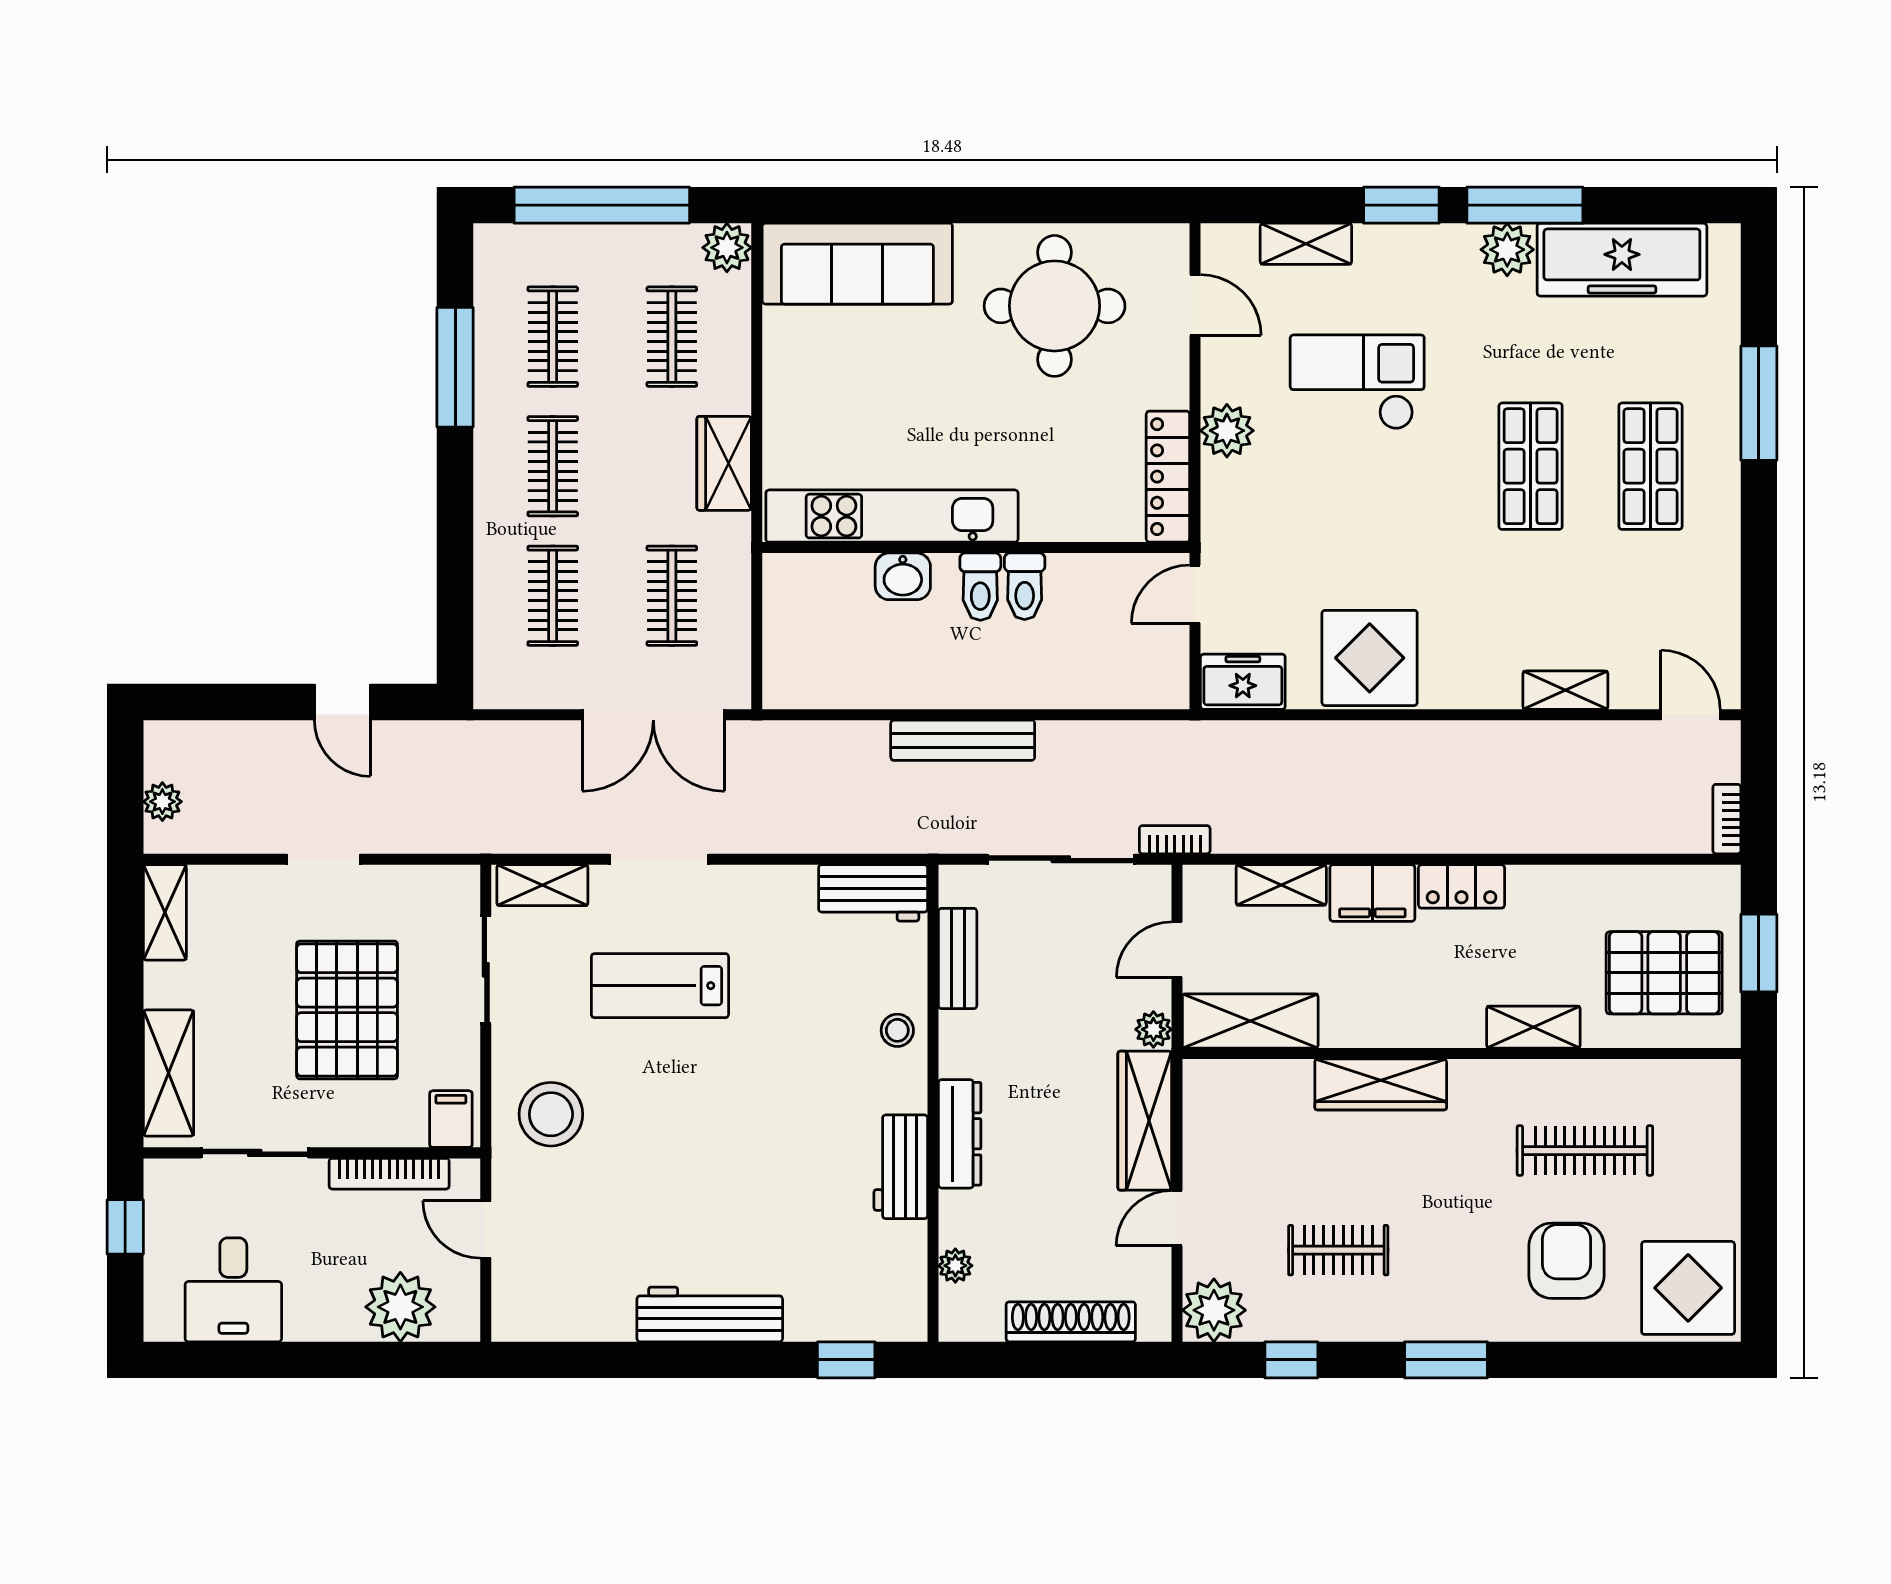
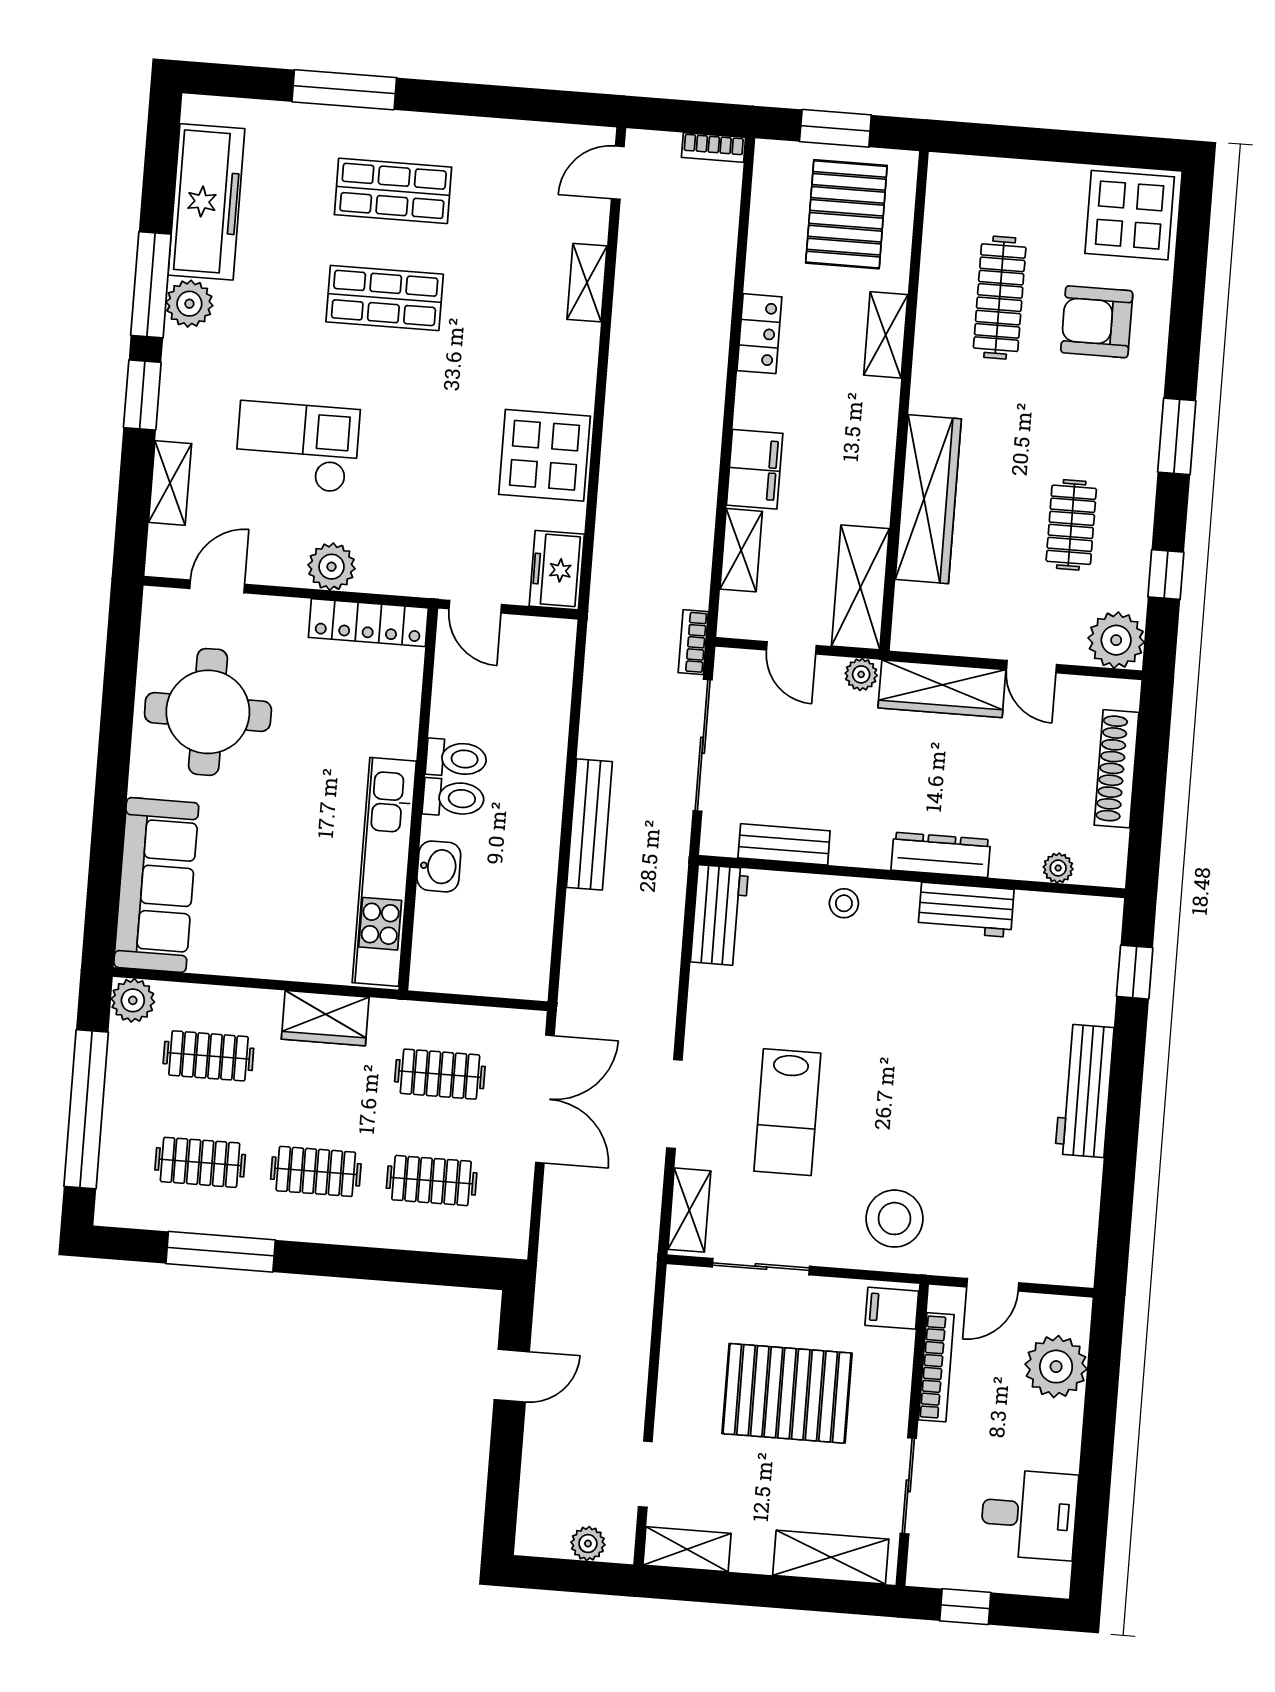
checkout: (1357, 382) -> (297, 447), turned 90
doorway: (323, 859) -> (645, 1474), moved
locker: (1462, 886) -> (759, 334), moved
wardrobe: (1381, 1084) -> (928, 499), width x1.40, depth x1.17

